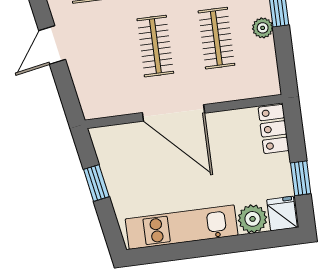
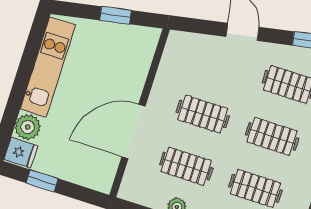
door: (173, 113) -> (133, 131), moved
locker: (274, 129) -> (92, 178), removed

